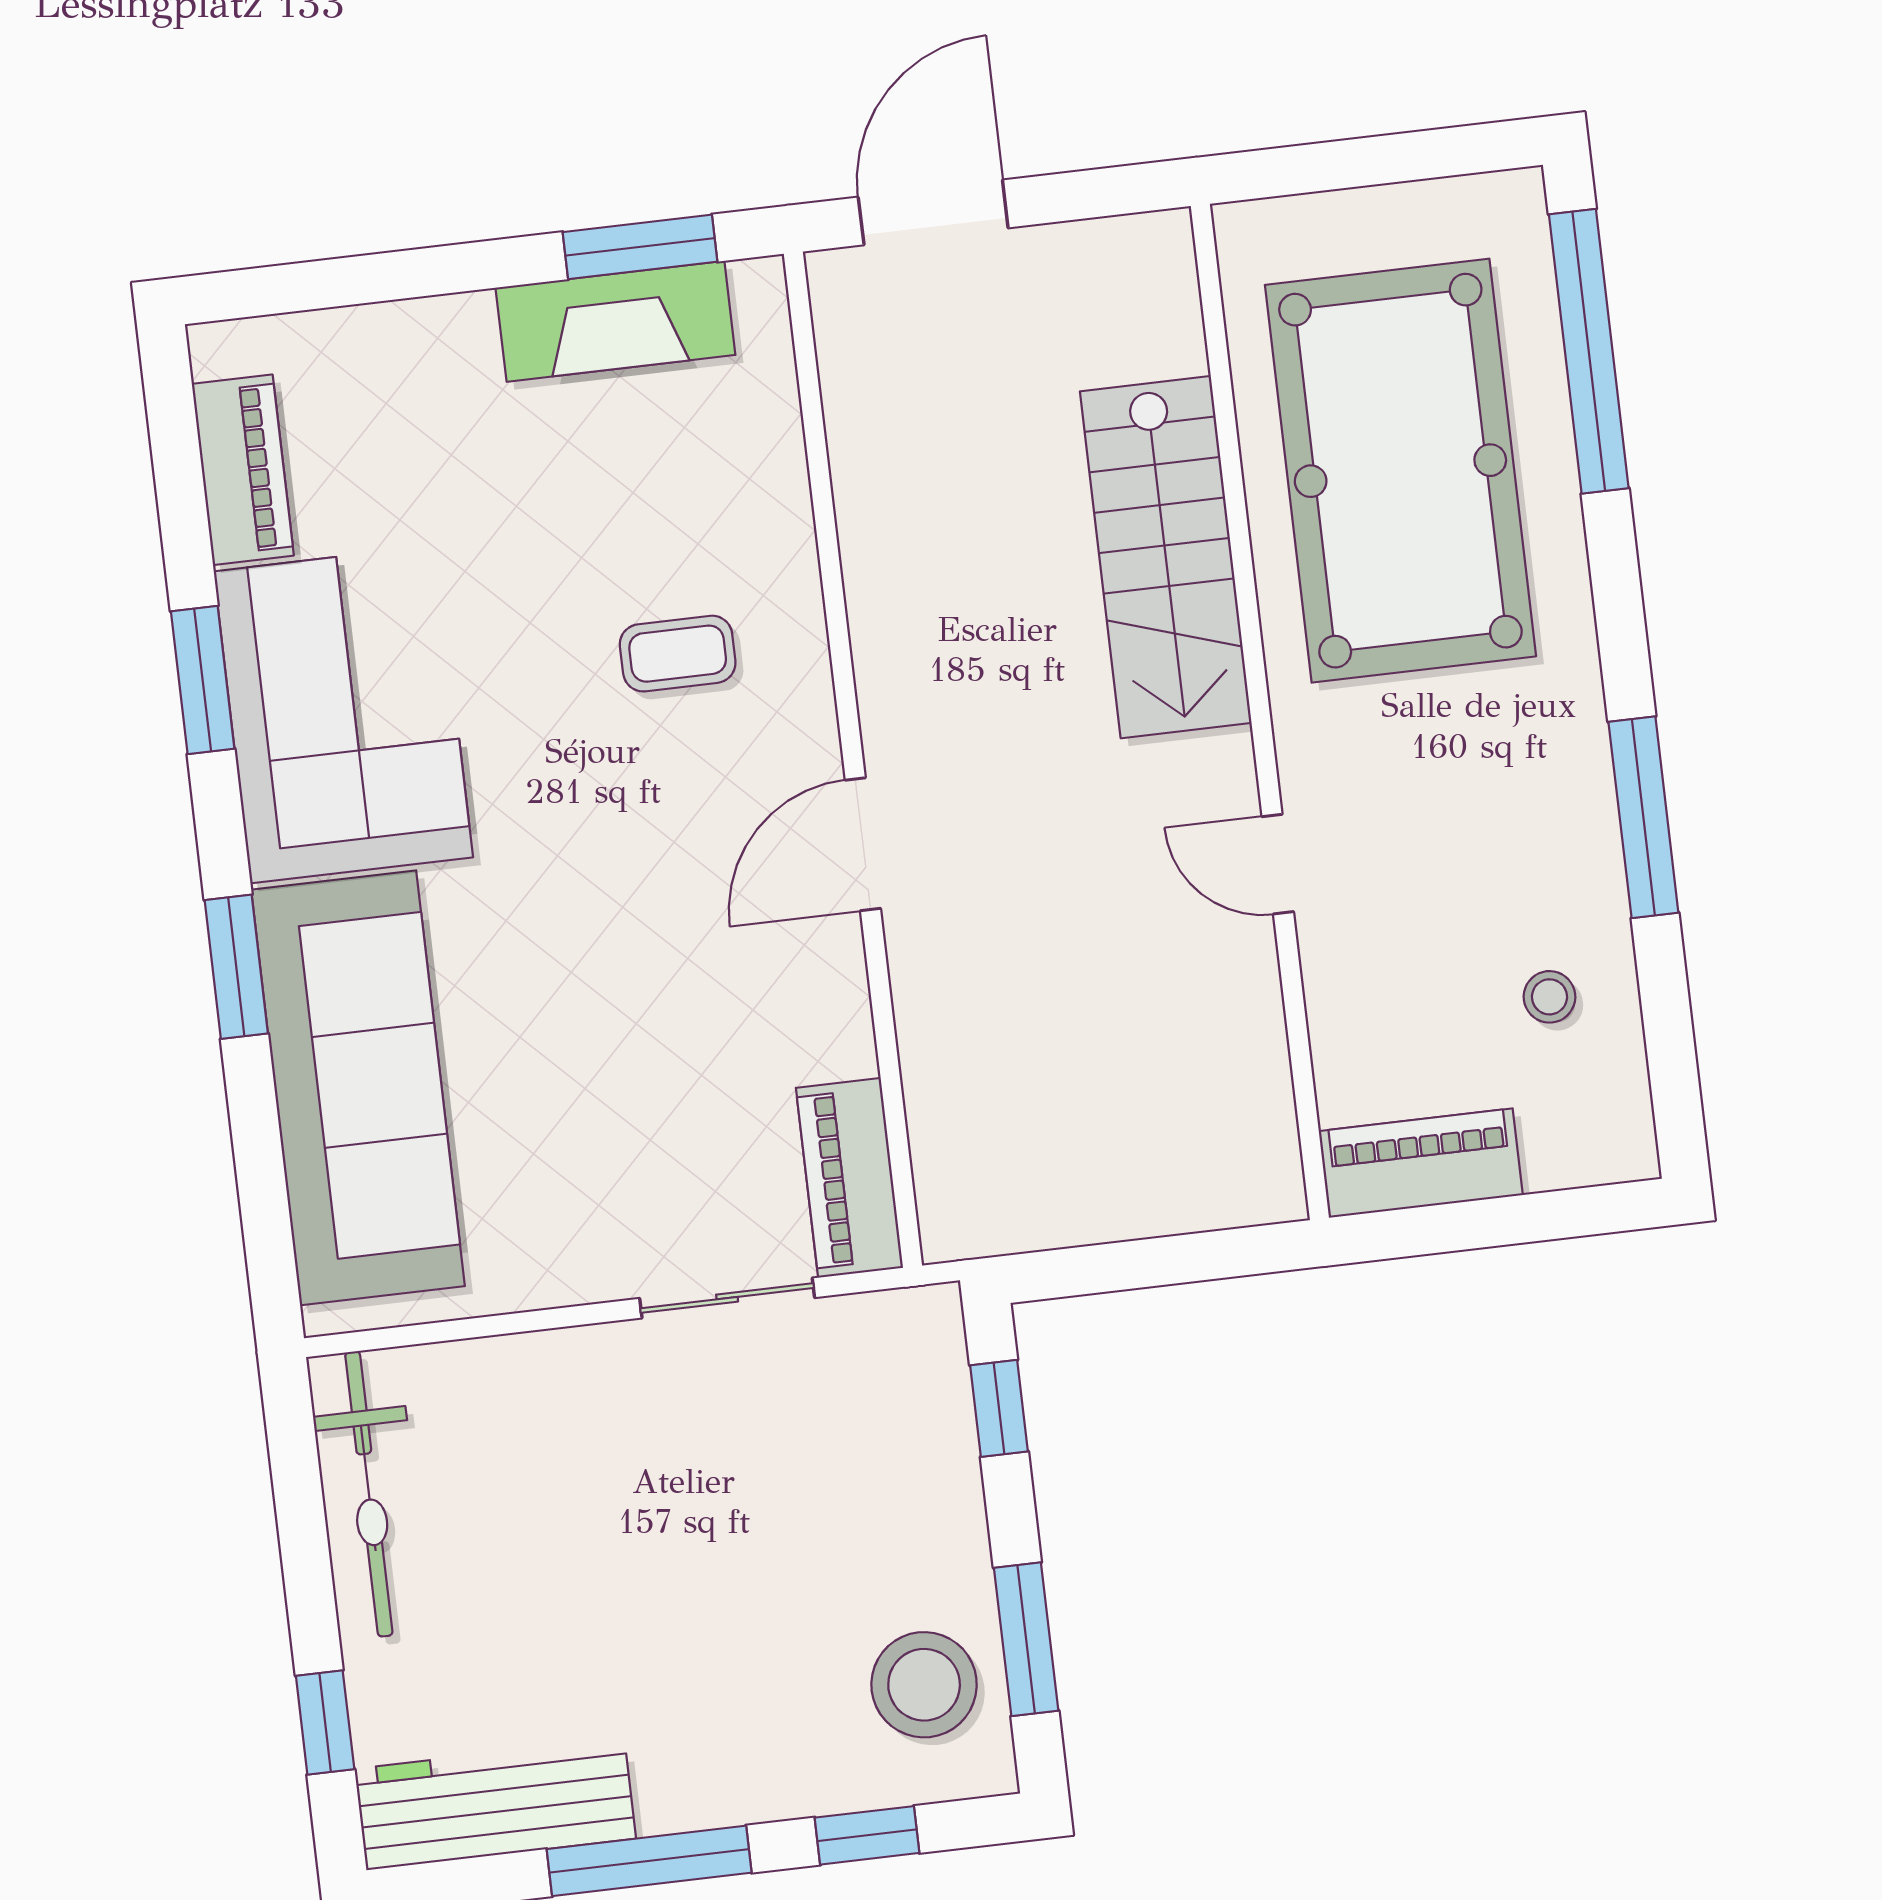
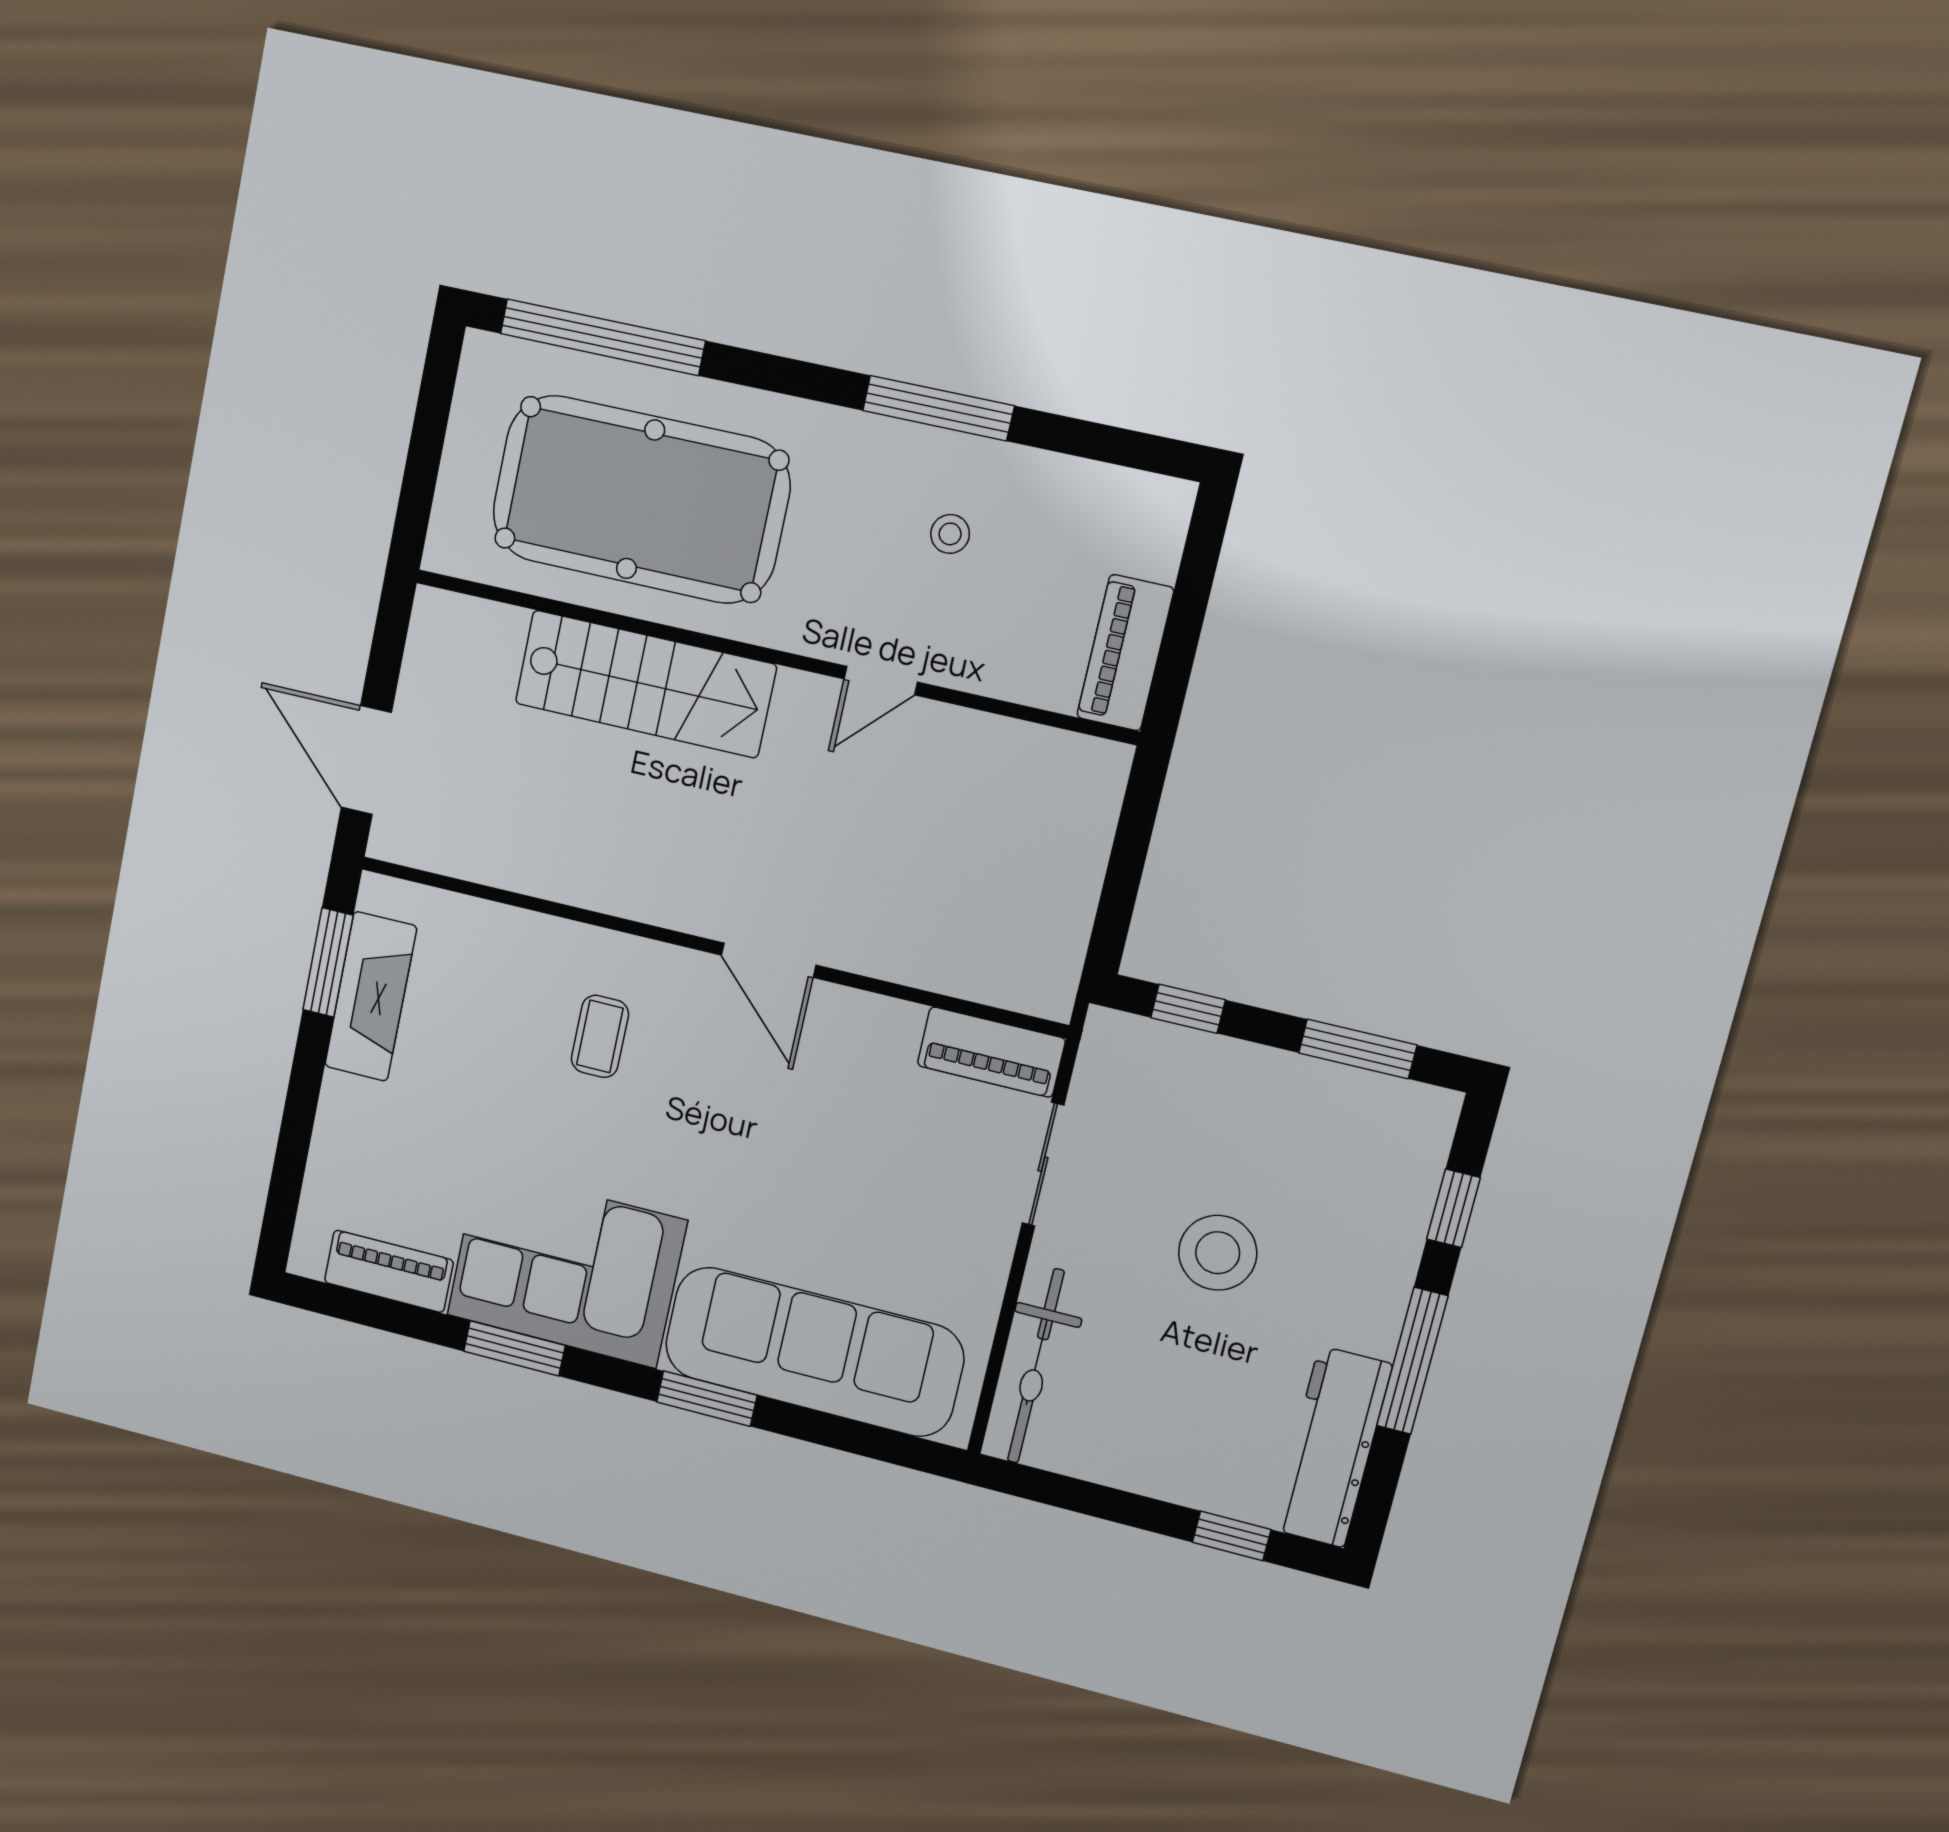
stool: (1549, 997) -> (950, 534), moved
bicycle: (369, 1494) -> (1036, 1366), moved, turned 90
stool: (924, 1685) -> (1218, 1253), moved

